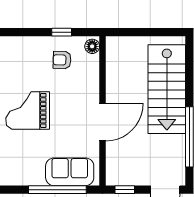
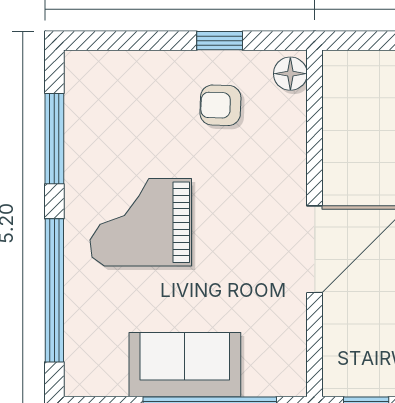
sofa: (70, 172) -> (185, 365), moved

